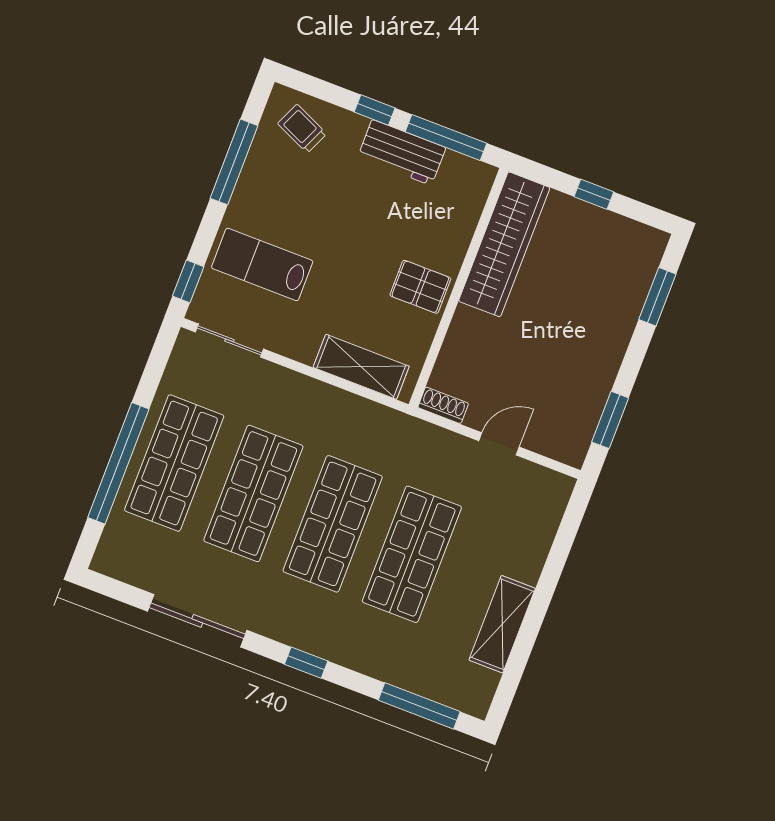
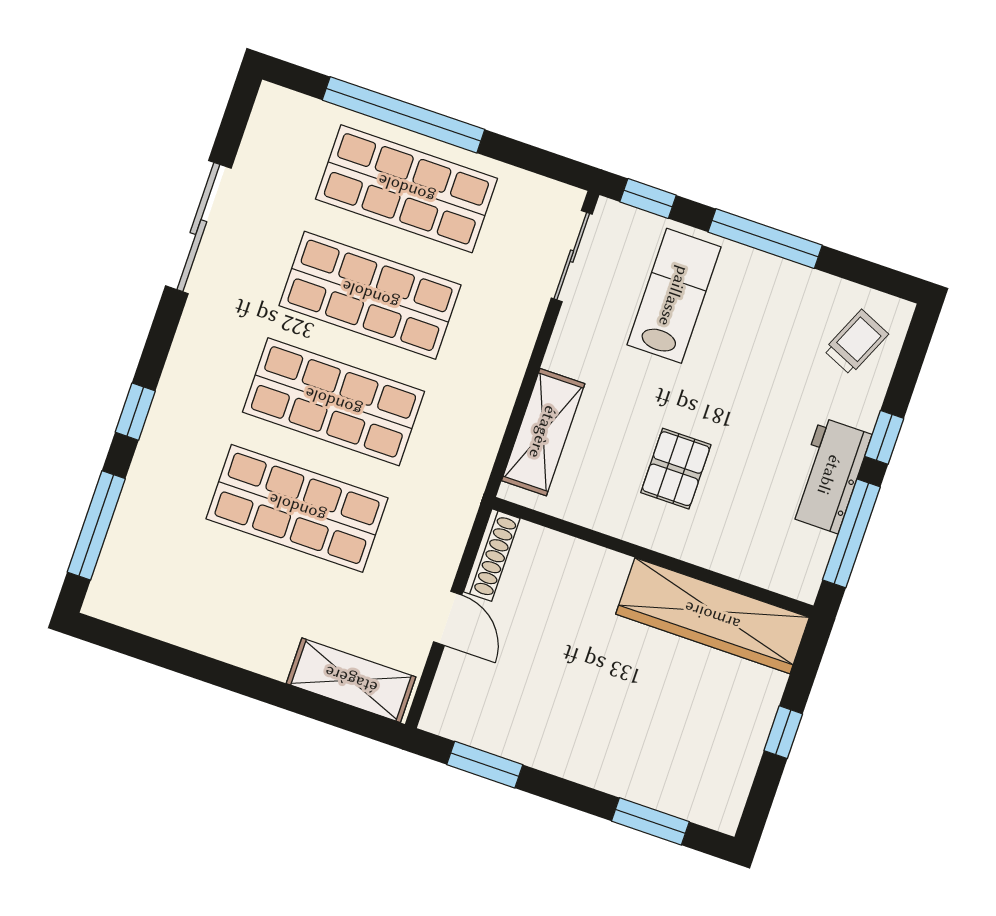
window: (234, 162) -> (765, 239), moved
pallet: (420, 287) -> (676, 469), moved
shoe rack: (443, 405) -> (492, 555), width x1.43
shelving: (502, 624) -> (351, 680), moved
window: (306, 663) -> (135, 412), moved

